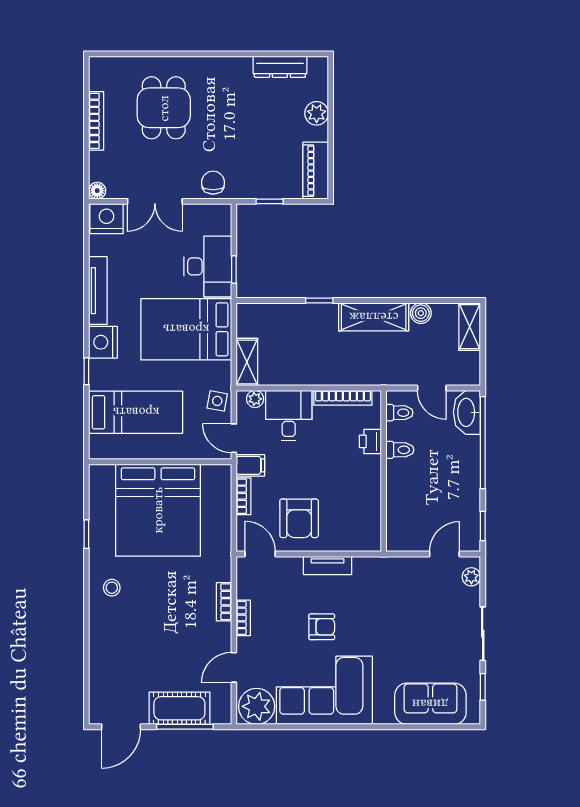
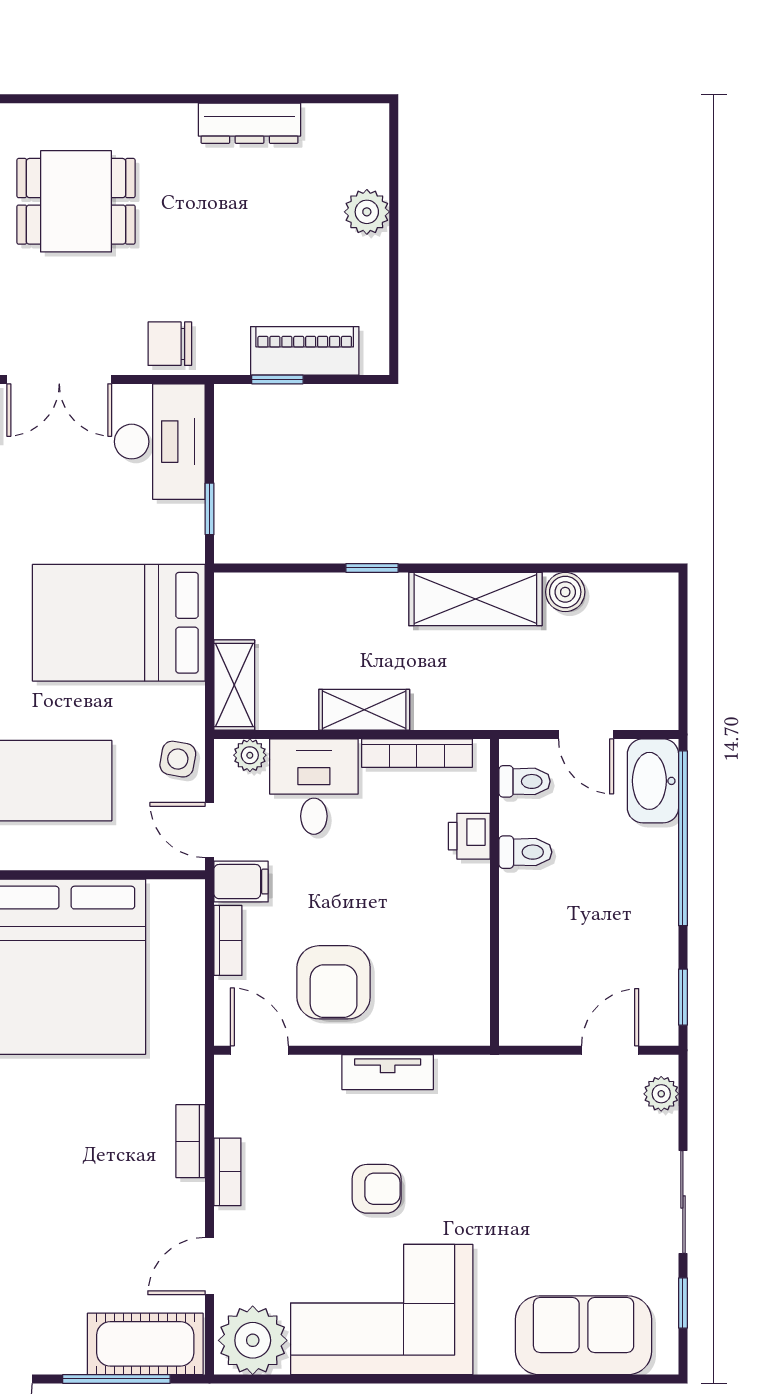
dresser: (280, 67) -> (249, 123), moved
dining table: (164, 108) -> (76, 201), turned 90
piano: (316, 171) -> (305, 351), moved, turned 90
chair: (213, 183) -> (170, 344), turned -90
desk: (208, 266) -> (160, 442), moved
shelving: (470, 327) -> (364, 710), moved, turned 90
cot: (179, 708) -> (145, 1344), moved

